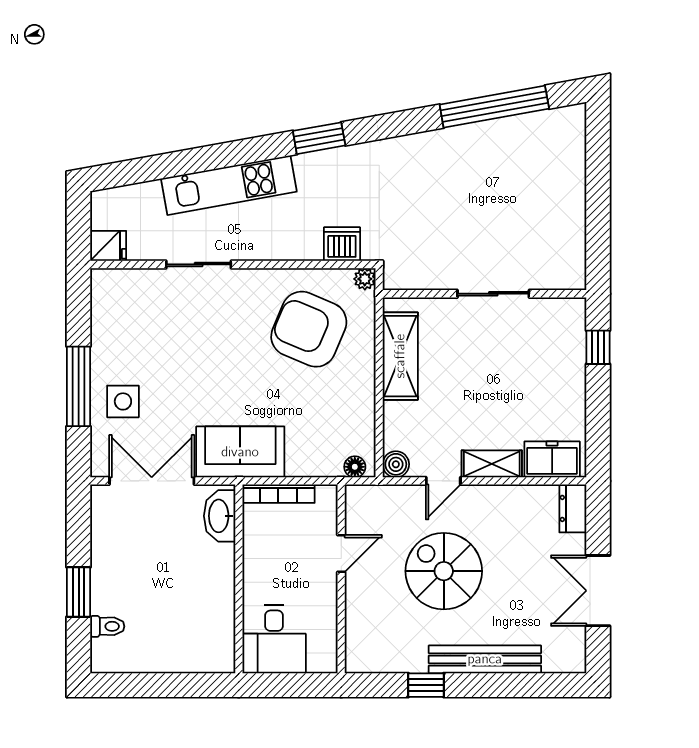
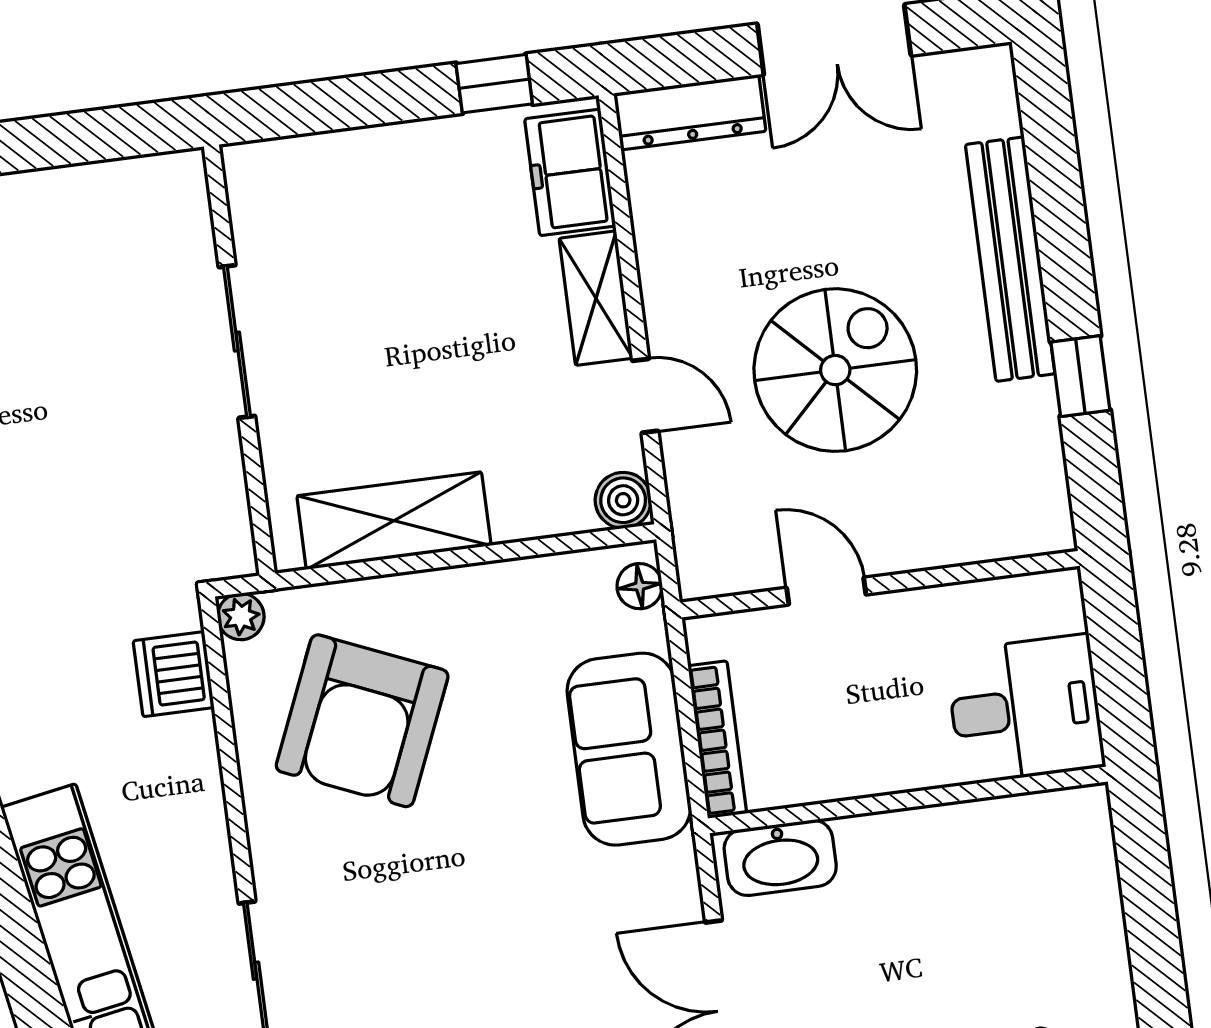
window: (598, 347) -> (494, 84), moved
sofa: (240, 452) -> (629, 749), moved
dresser: (573, 508) -> (690, 112), width x1.44
spiral stairs: (444, 571) -> (835, 370), turned 180

